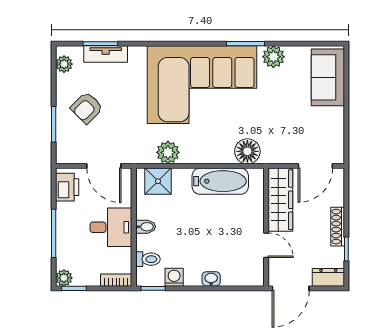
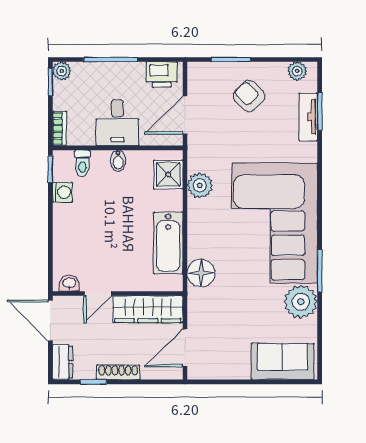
plant: (273, 57) -> (301, 302), width x1.36, depth x1.36
door: (315, 166) -> (185, 348), hinge flipped
washbasin: (211, 279) -> (69, 283), moved, turned -90

